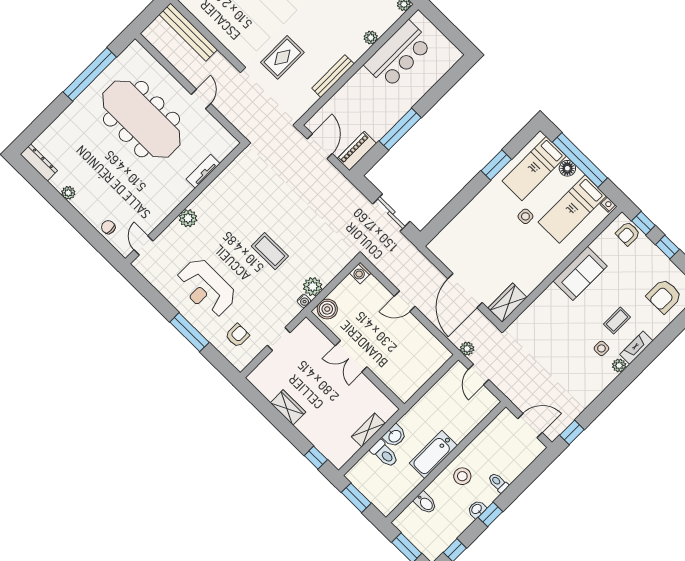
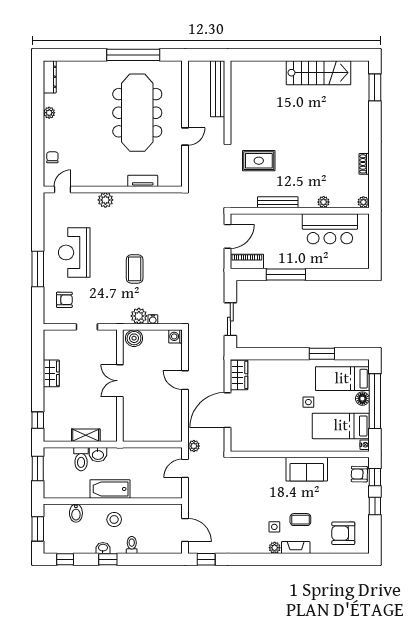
water cooler: (304, 301) -> (153, 319), moved
wardrobe: (508, 303) -> (239, 375), moved, turned 90

